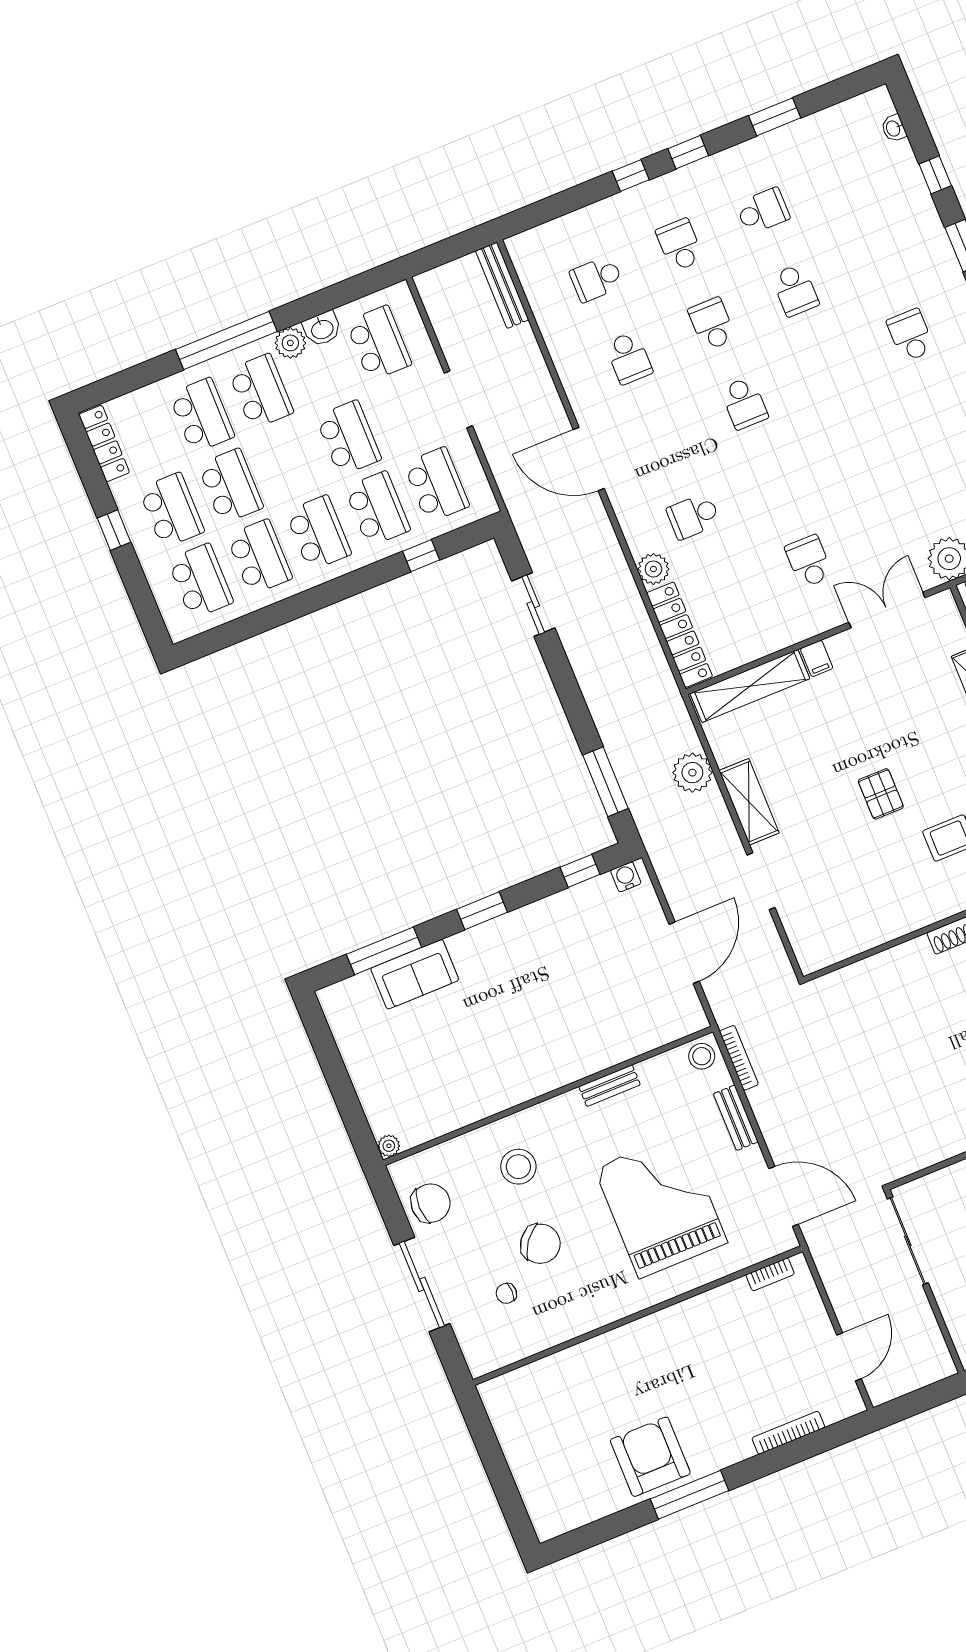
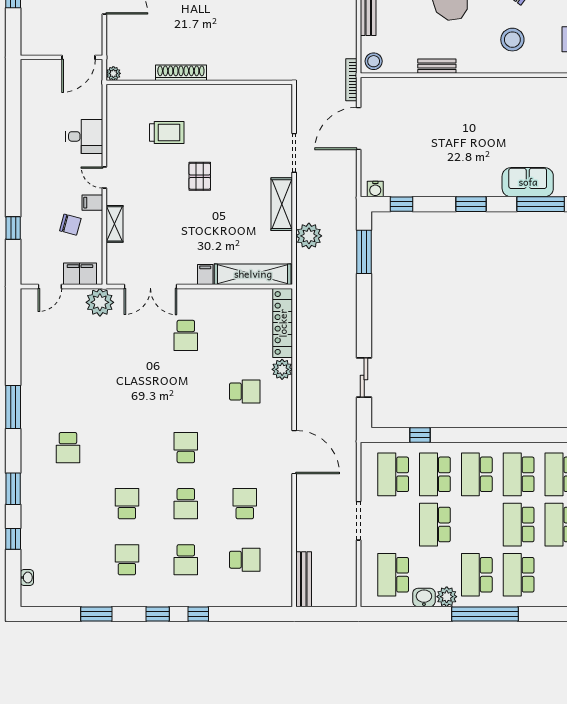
school desk: (763, 211) -> (127, 560), turned 90
bookcase: (739, 1058) -> (351, 80), moved

